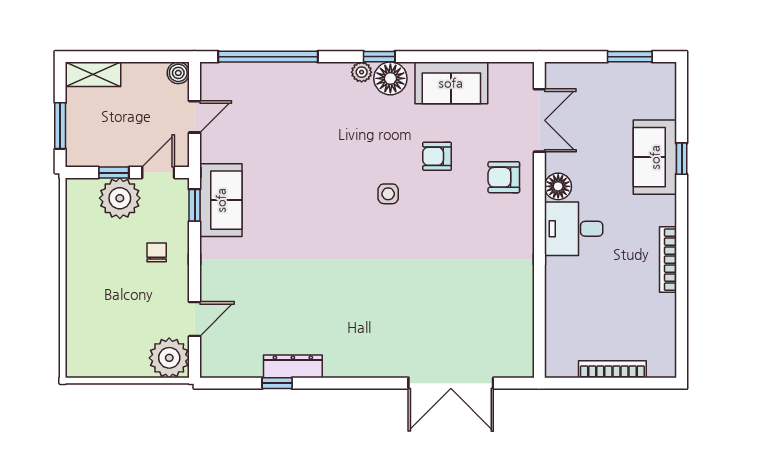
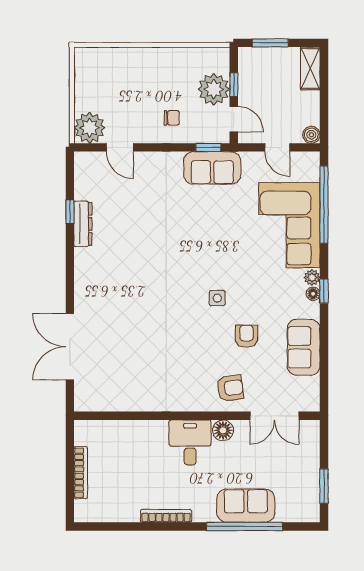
floor lamp: (390, 78) -> (313, 294), width x0.53, depth x0.53
corner sofa: (294, 101) -> (289, 225), added
window: (682, 159) -> (245, 526), width x3.17
armchair: (504, 177) -> (230, 388), turned 82

